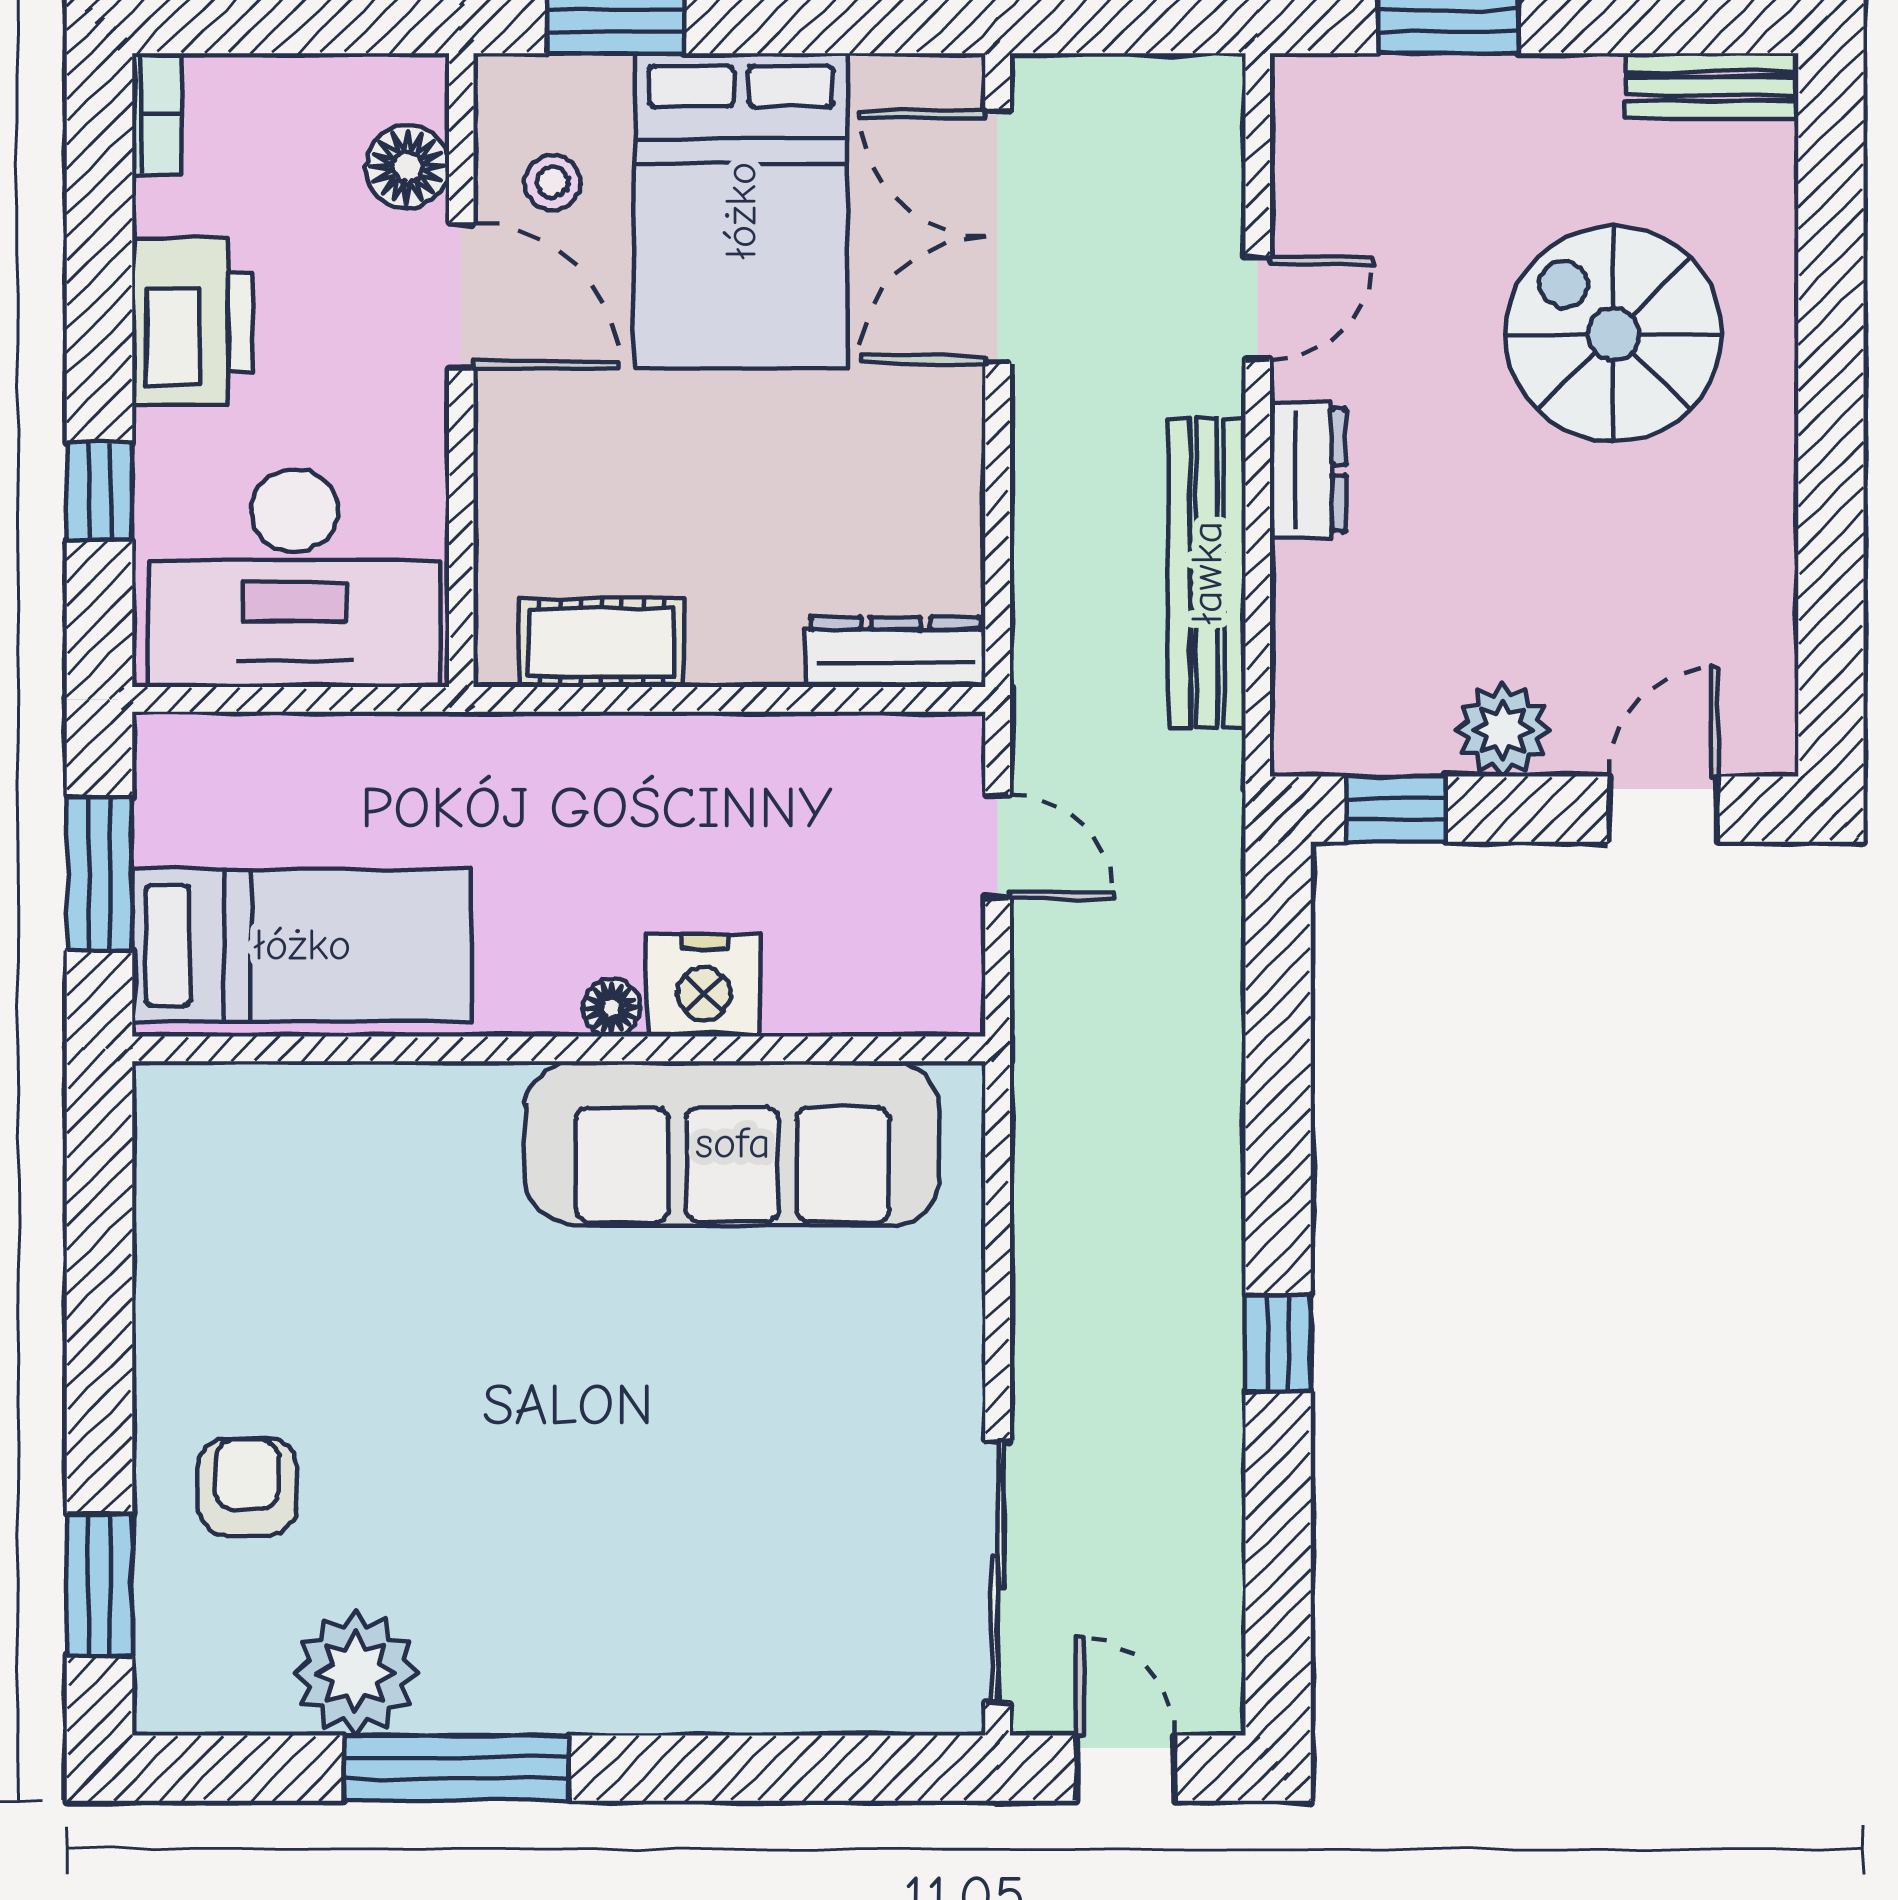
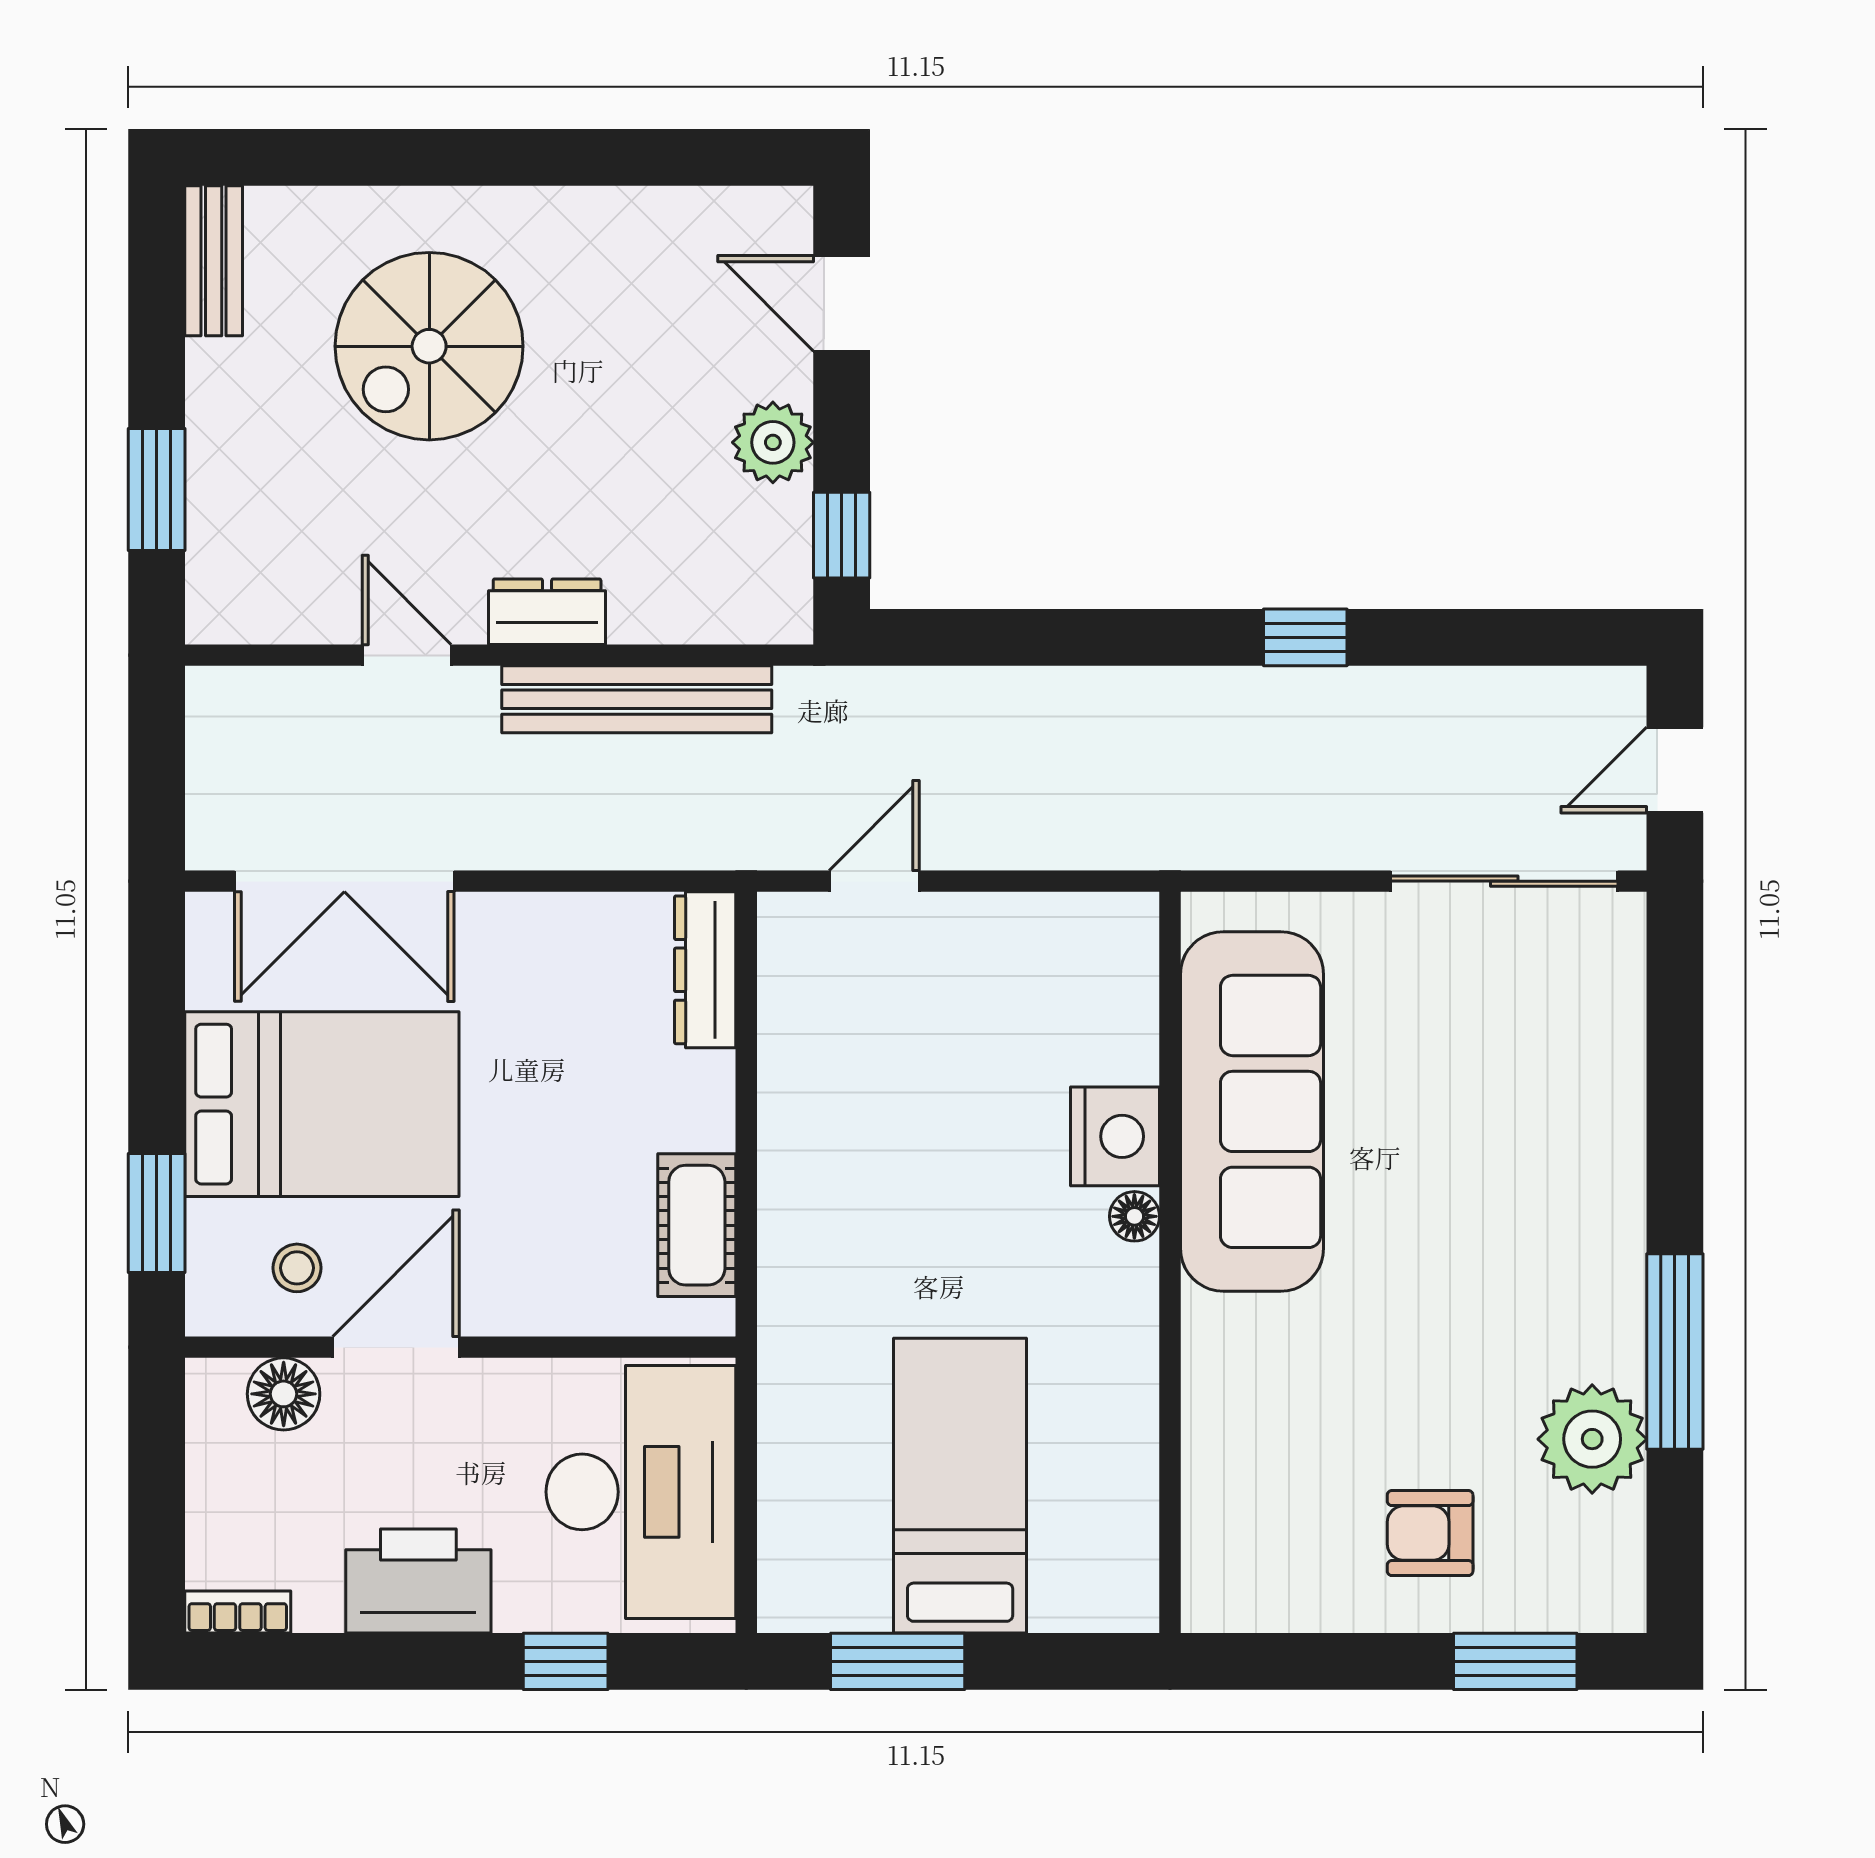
nightstand: (704, 986) -> (1115, 1136), moved
floor lamp: (612, 1008) -> (1134, 1216), moved
wall: (559, 1049) -> (1170, 1262), moved
sofa: (733, 1143) -> (1252, 1111), moved

